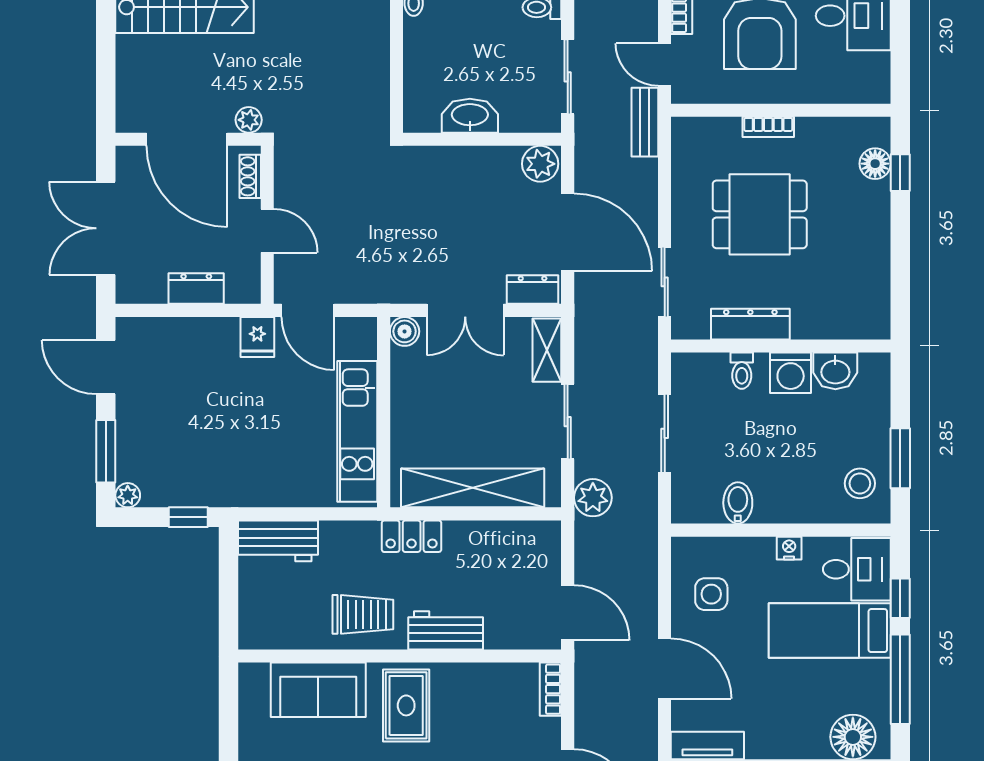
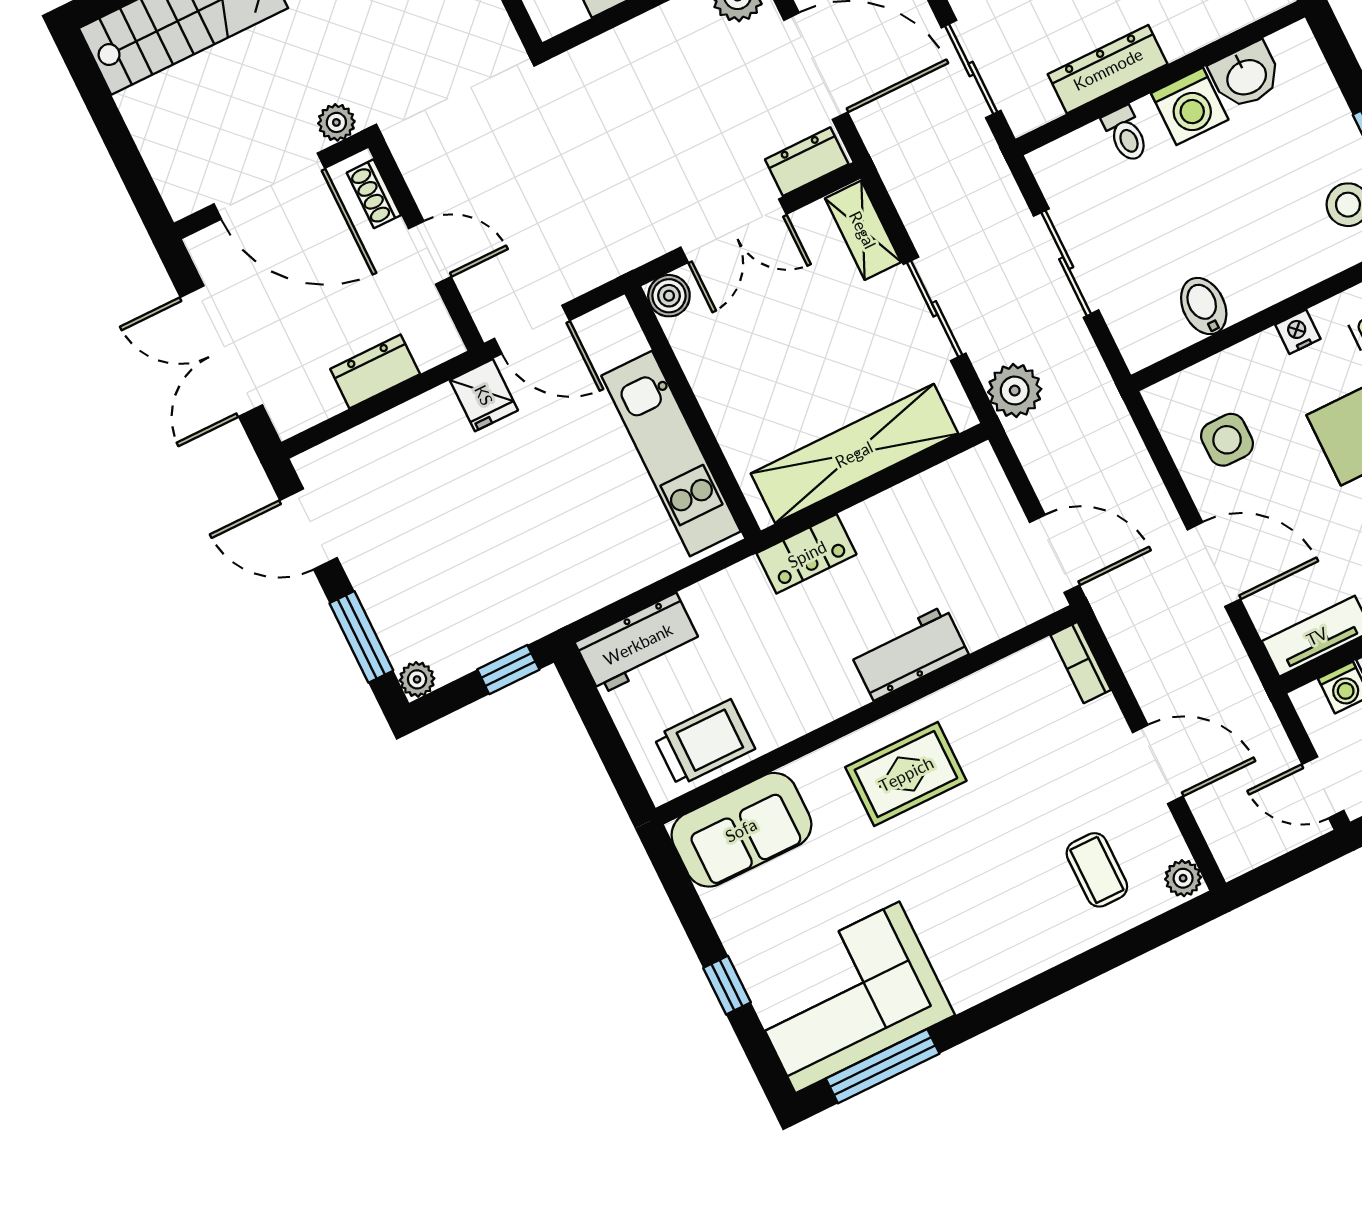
trolley: (363, 614) -> (704, 743), moved
sofa: (318, 690) -> (741, 830), moved
rug: (406, 705) -> (906, 774), turned 90

